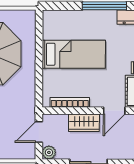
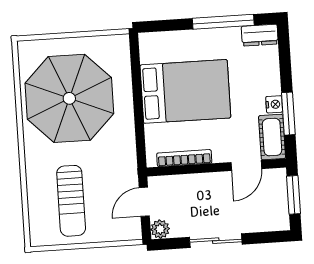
bed: (74, 54) -> (185, 91), width x1.50
wardrobe: (84, 123) -> (206, 185), removed

